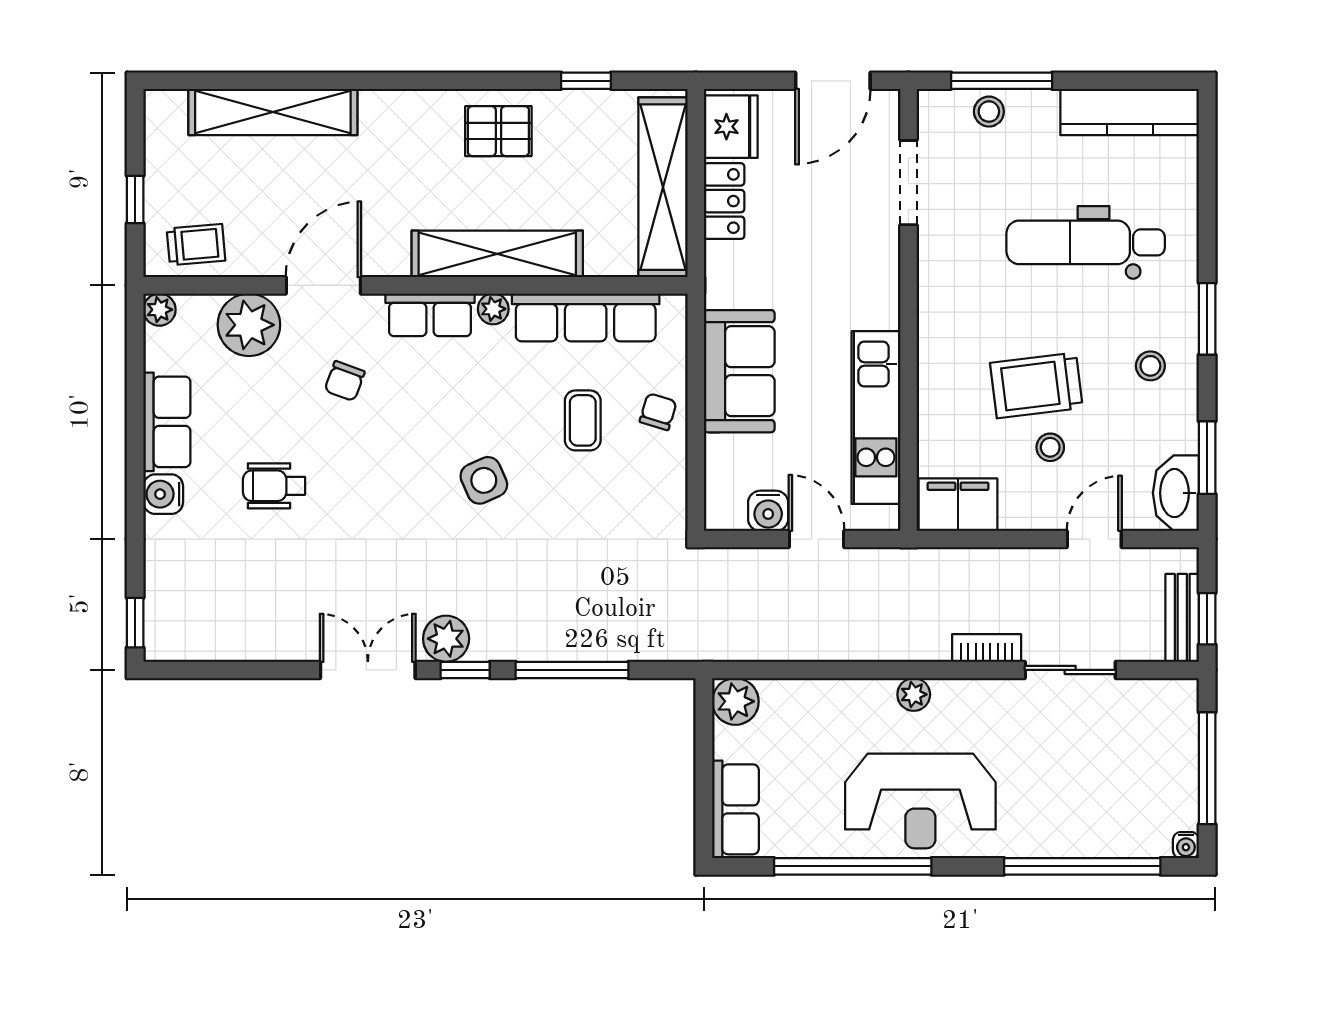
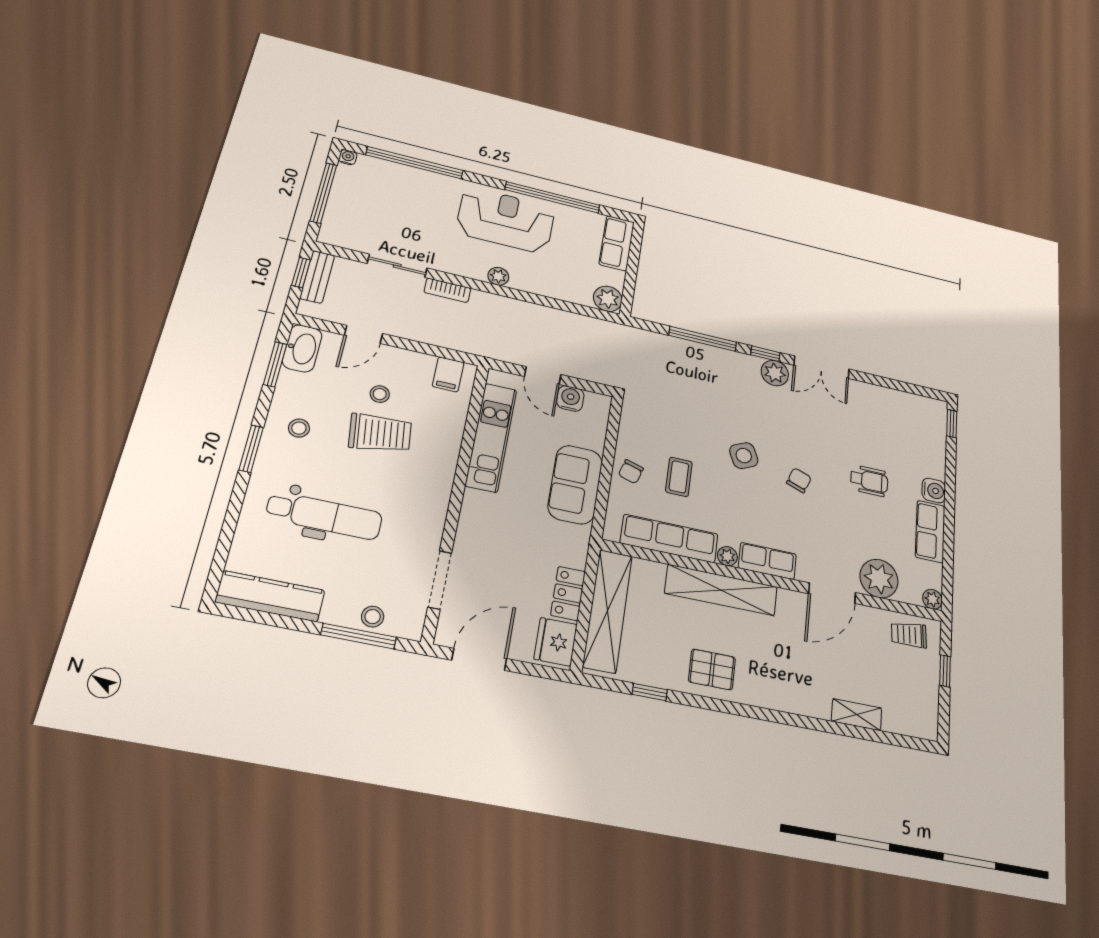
shelving: (273, 112) -> (857, 715), width x0.45, depth x0.75
chair: (345, 381) -> (799, 480), moved
filing cabinet: (958, 505) -> (448, 374), width x0.50

